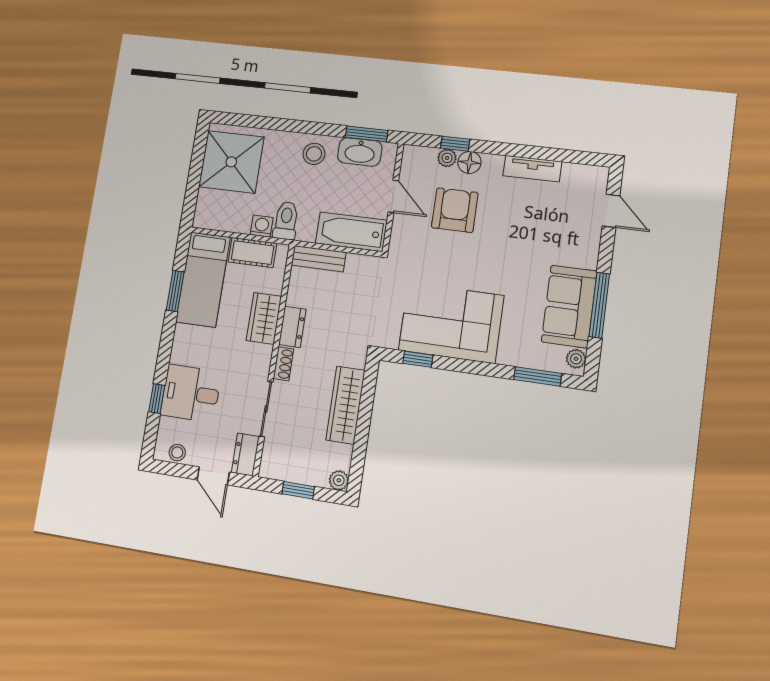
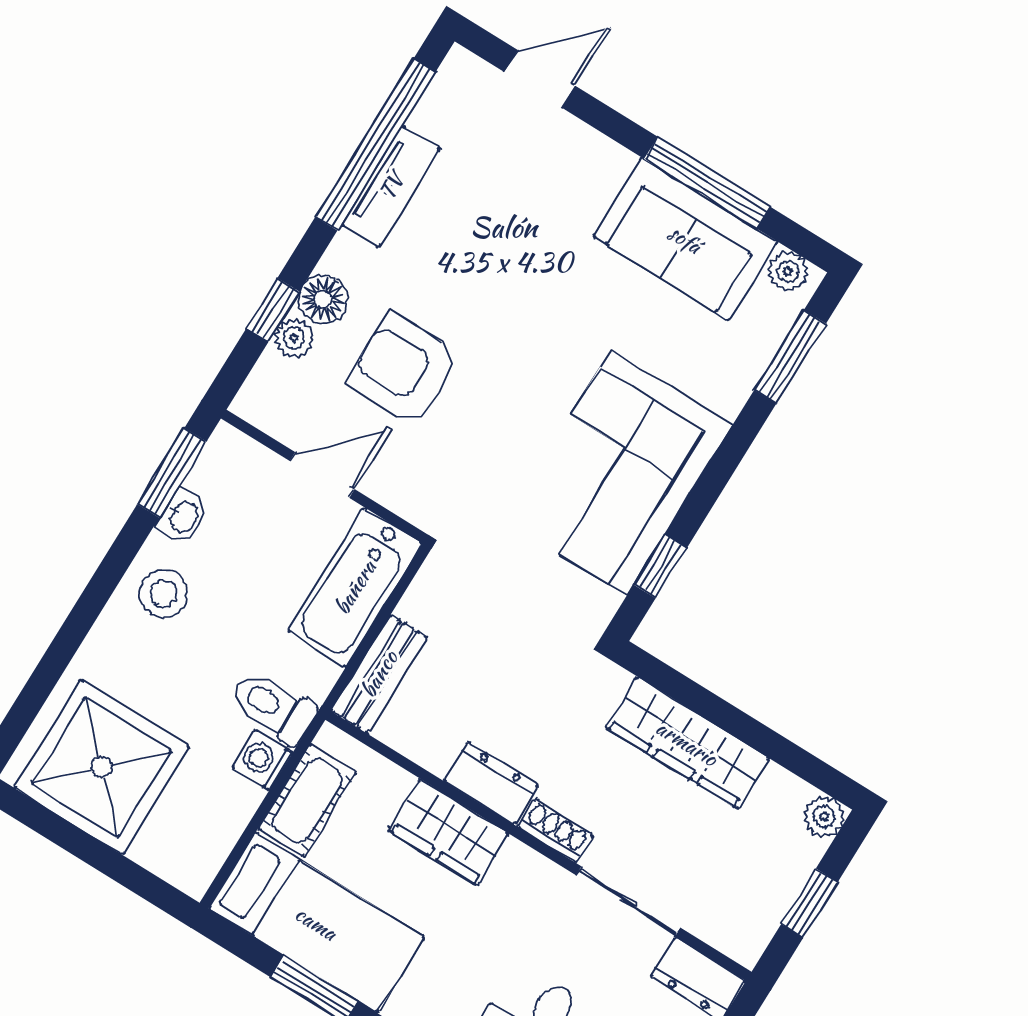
washbasin: (360, 152) -> (183, 516), width x0.52, depth x0.69
window: (548, 154) -> (375, 145), added

